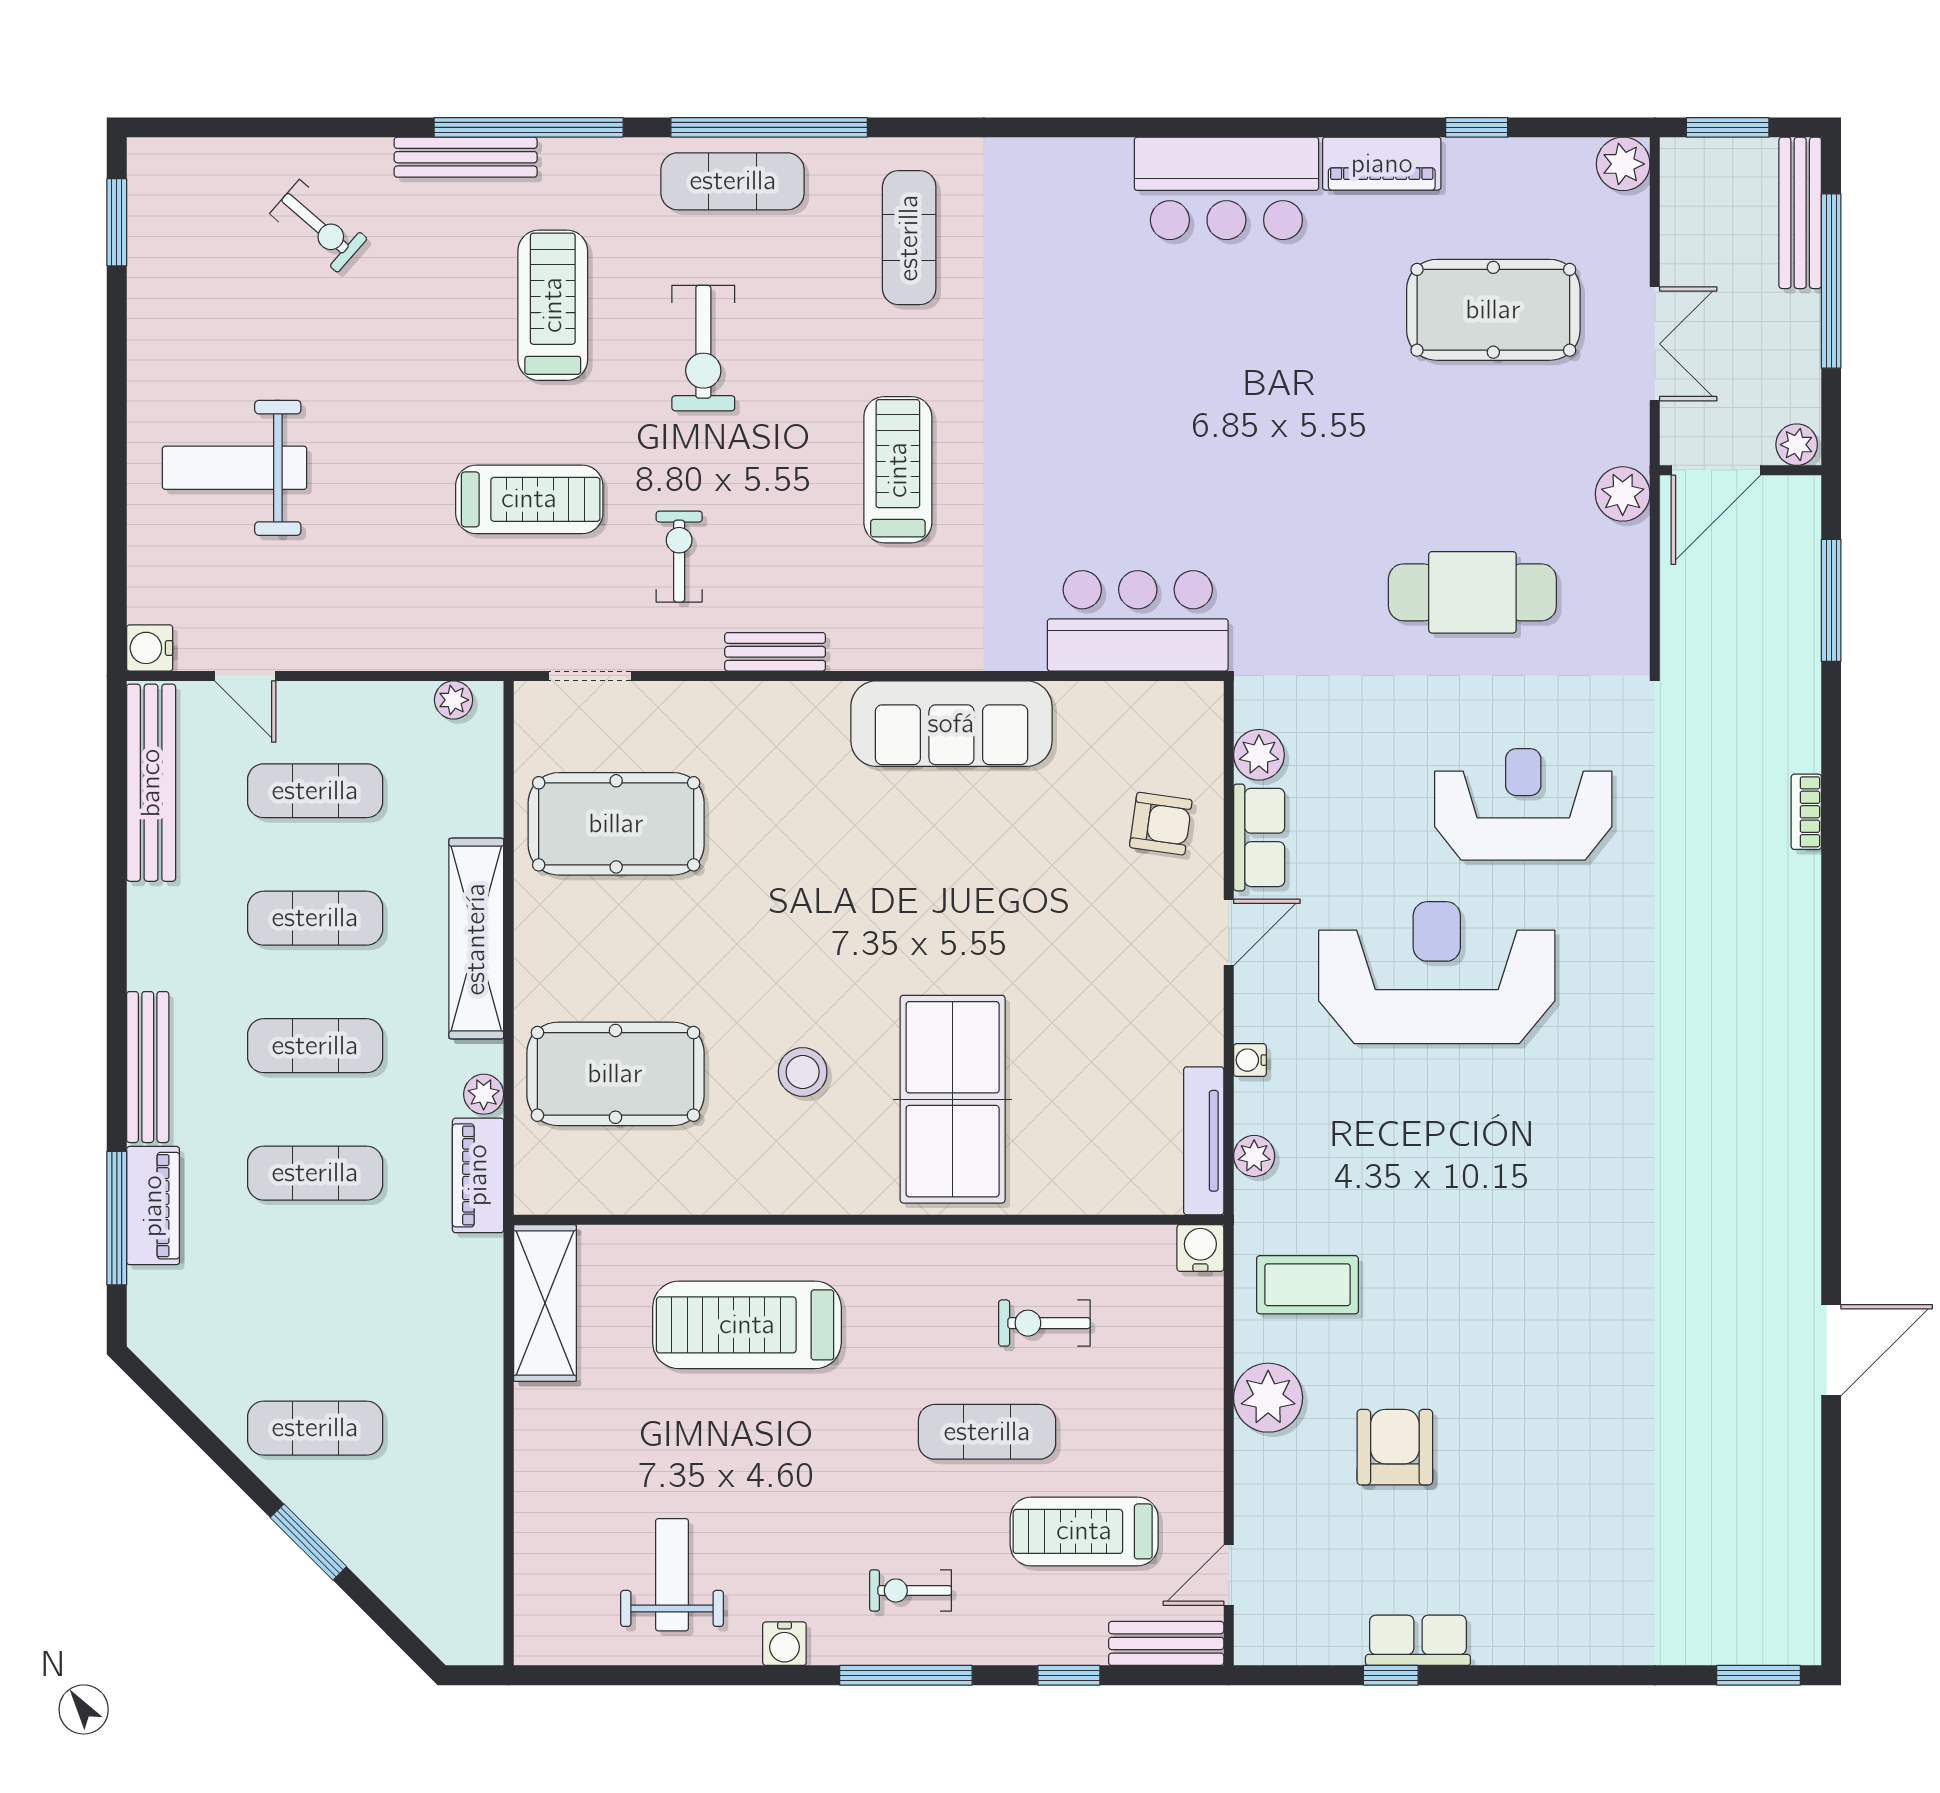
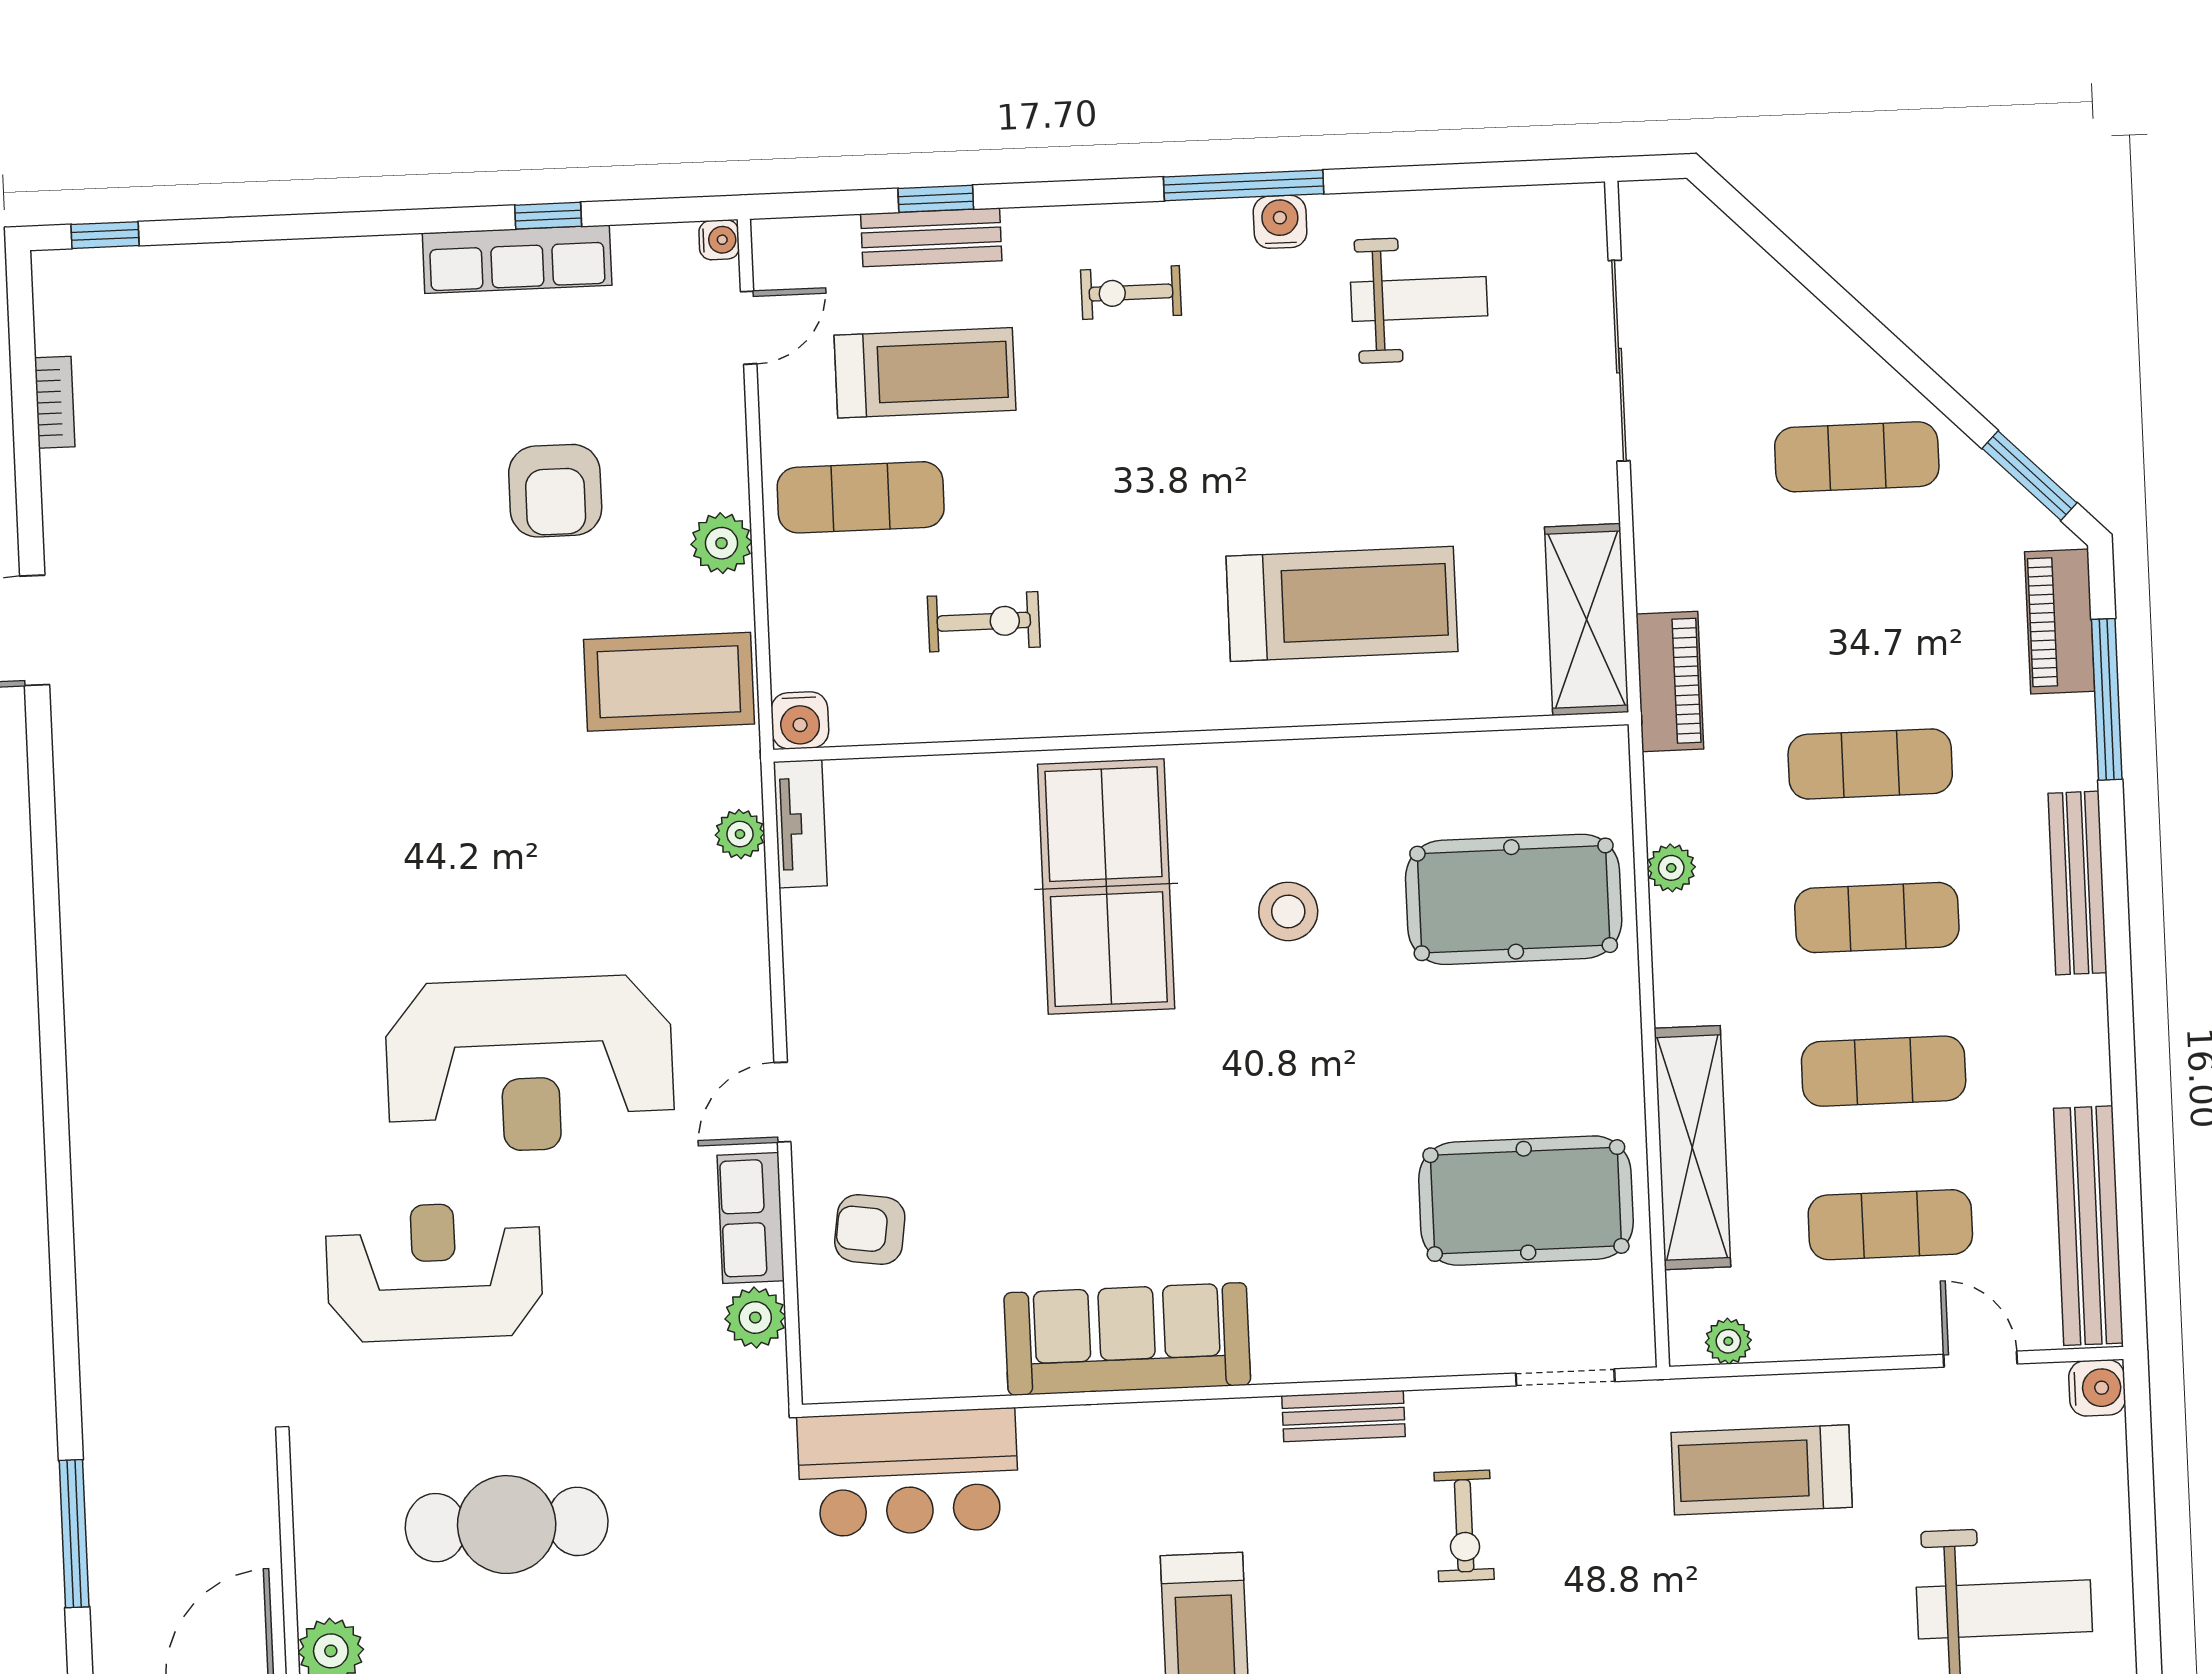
treadmill: (529, 499) -> (1762, 1470), moved
reception desk: (1523, 804) -> (434, 1272), turned 180
bookcase: (1806, 812) -> (55, 402), moved
shelving: (476, 939) -> (1692, 1148), moved
water cooler: (1250, 1060) -> (719, 240), moved
tv unit: (1204, 1141) -> (800, 824), width x0.71
piano: (478, 1175) -> (1670, 681), moved
piano: (153, 1206) -> (2060, 622), moved
coffee table: (1307, 1285) -> (669, 682), width x1.36, depth x1.32
plant: (1268, 1398) -> (721, 543), width x0.73, depth x0.73
exercise mat: (987, 1432) -> (861, 497), moved
sliding door: (509, 1516) -> (1619, 361), added
window: (308, 1542) -> (2030, 476), moved
weight bench: (672, 1575) -> (1419, 299), turned -90
exercise bike: (911, 1590) -> (1131, 293), turned 180
row of seats: (1418, 1640) -> (517, 259), width x1.48
bench: (1166, 1643) -> (931, 237), moved
window: (906, 1675) -> (1244, 185), moved
window: (1758, 1675) -> (105, 235), width x0.67

